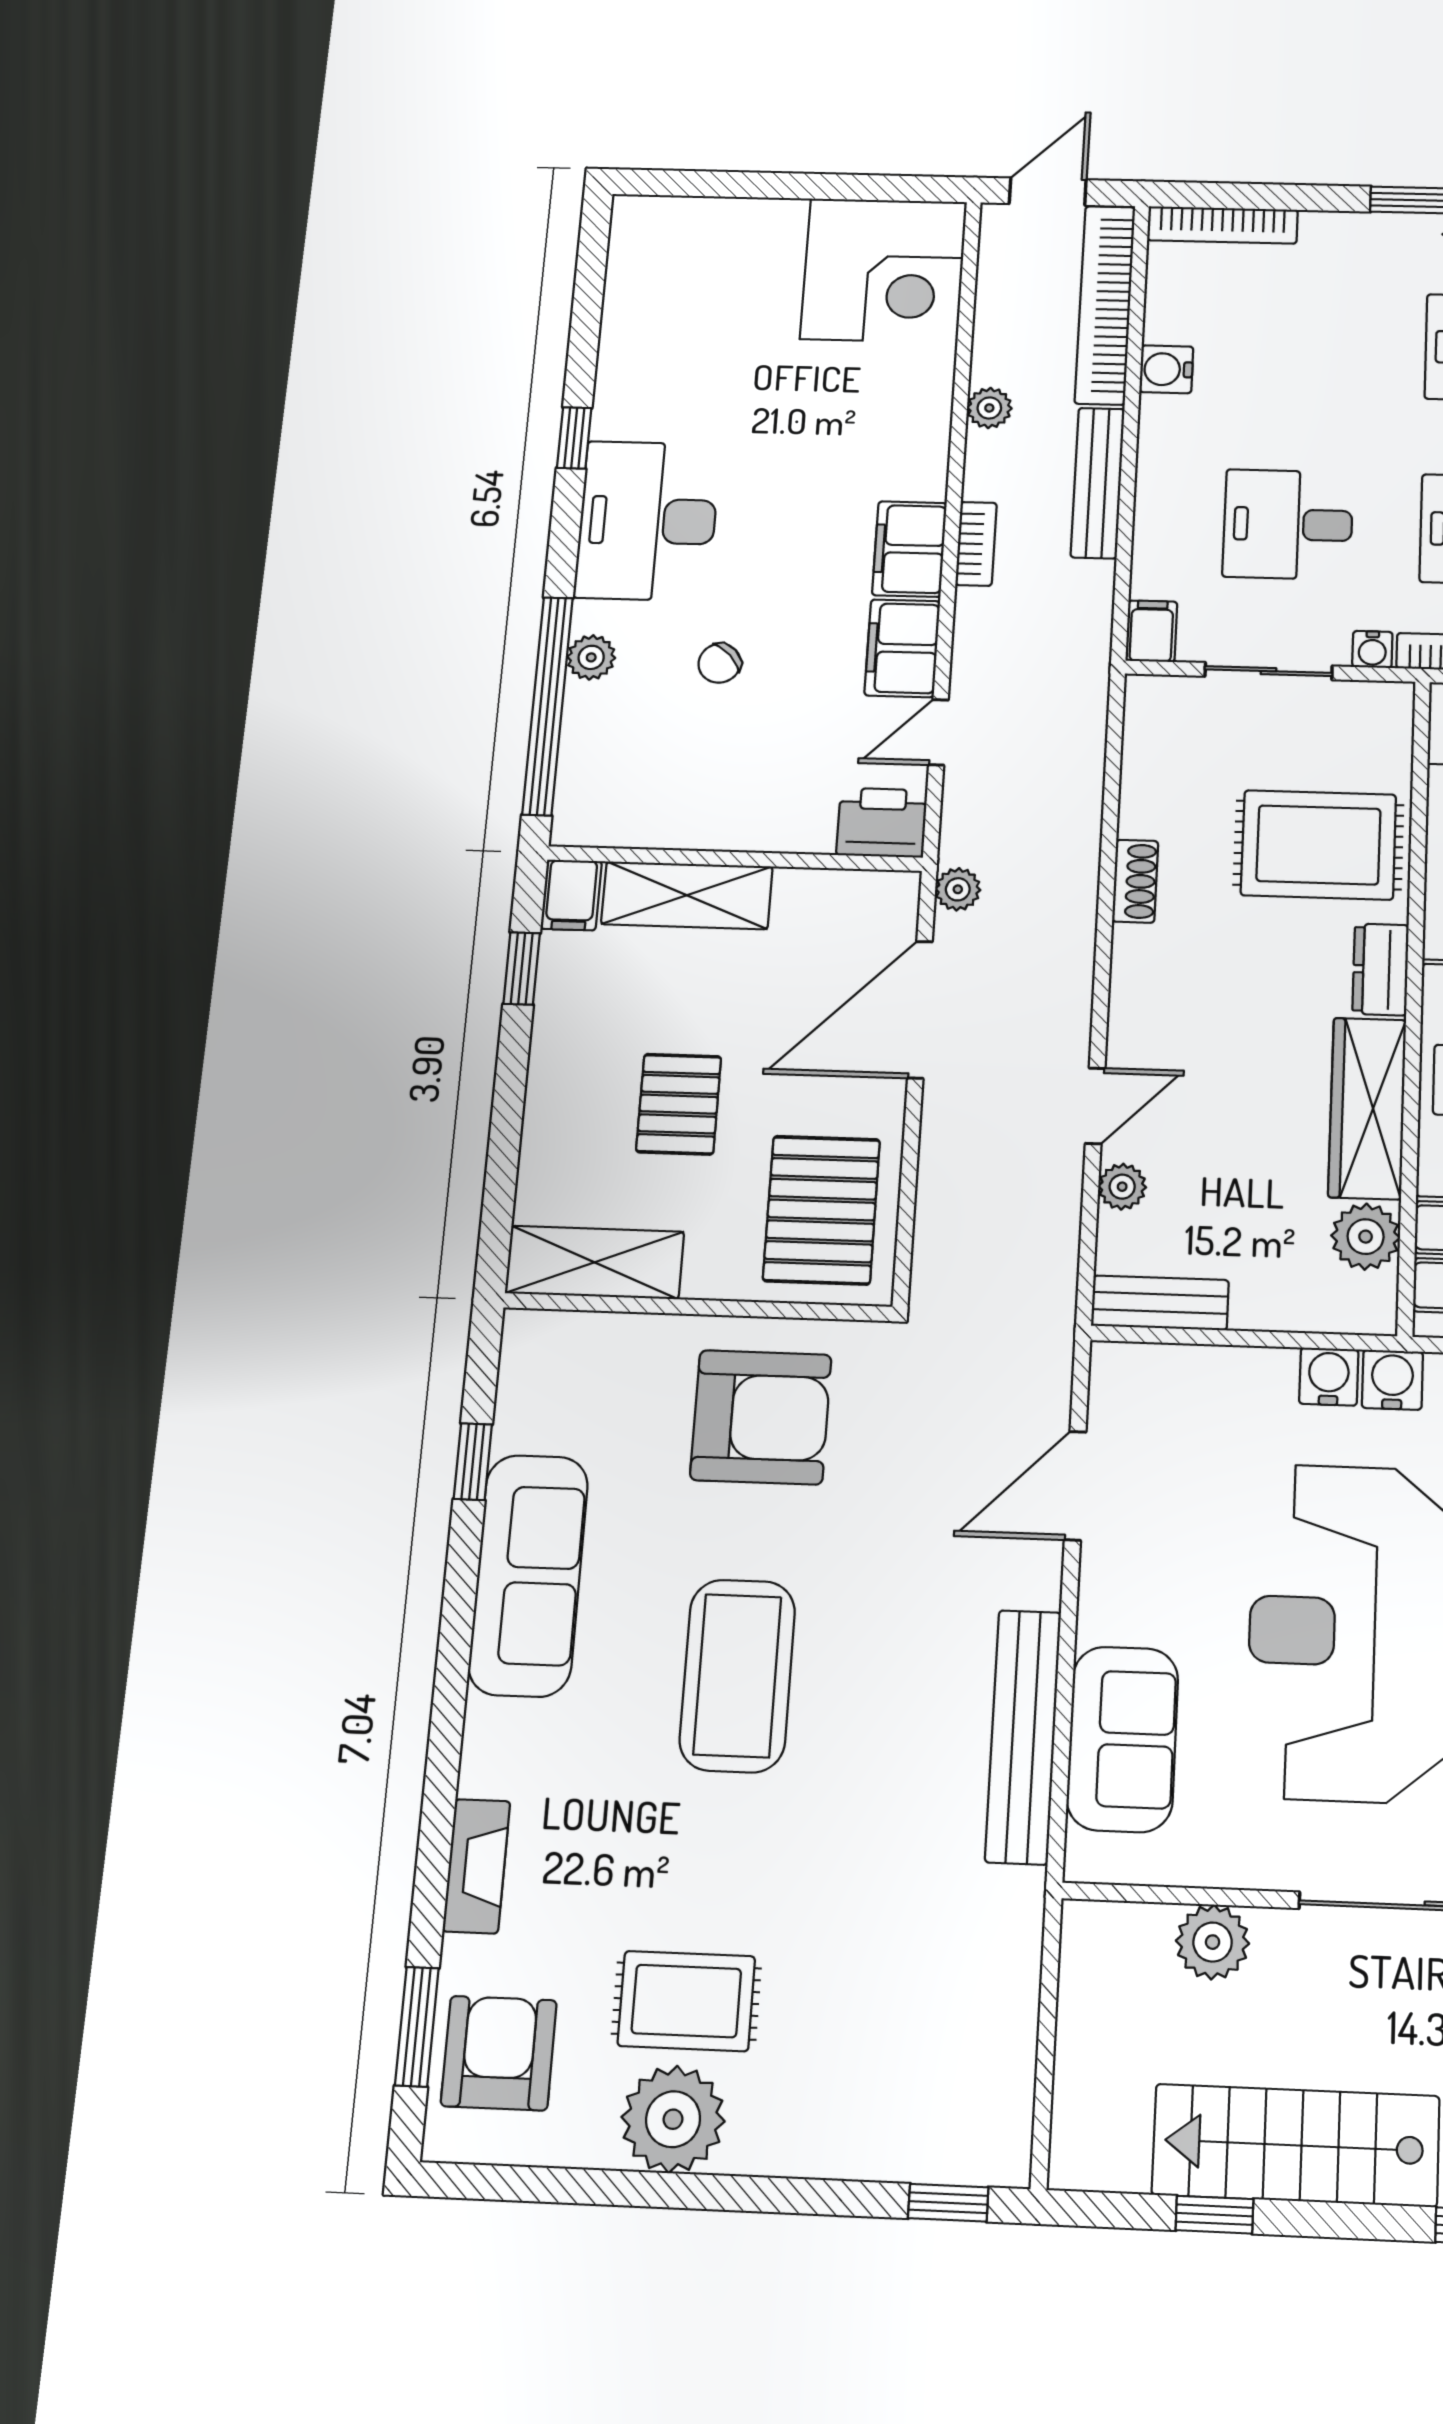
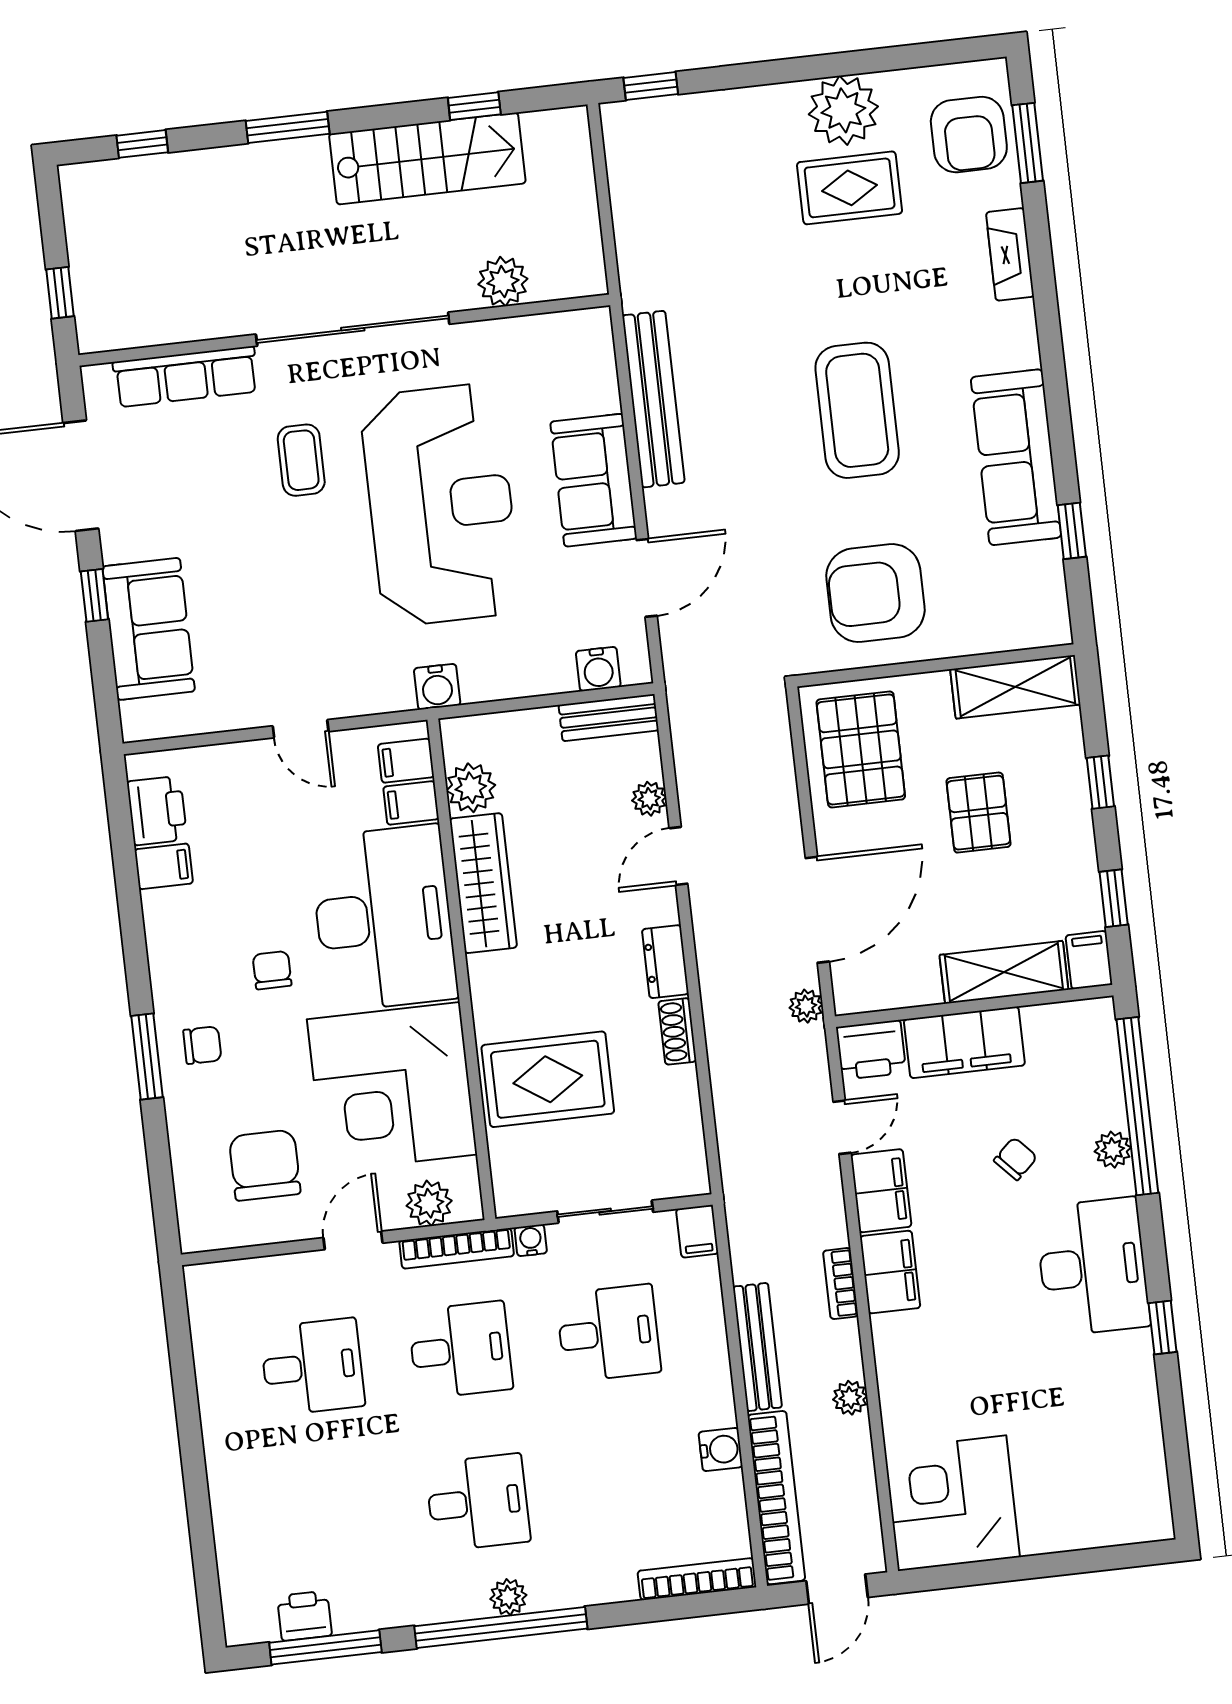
filing cabinet: (757, 815) -> (964, 1042), added
dresser: (1381, 969) -> (665, 962), moved, turned 180
window: (507, 1120) -> (1100, 782), added
water cooler: (1329, 1377) -> (598, 669), moved
sofa: (1122, 1739) -> (594, 480), moved

